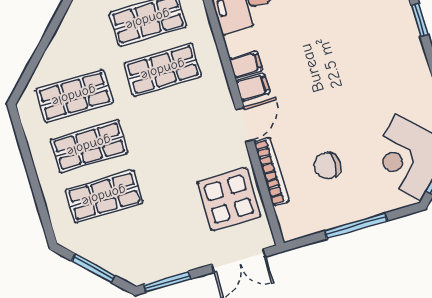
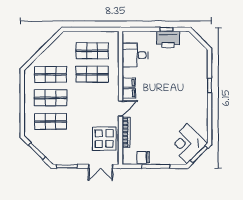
chair: (327, 166) -> (143, 157), moved

